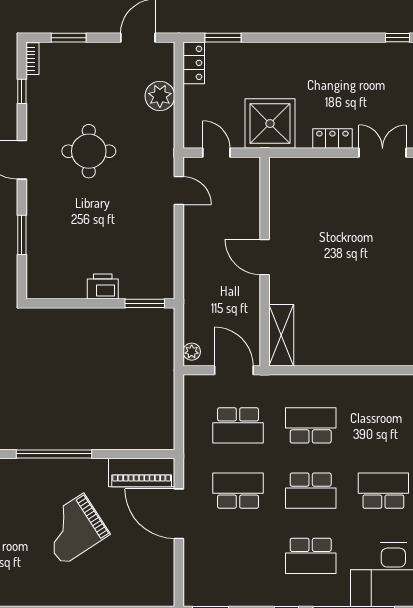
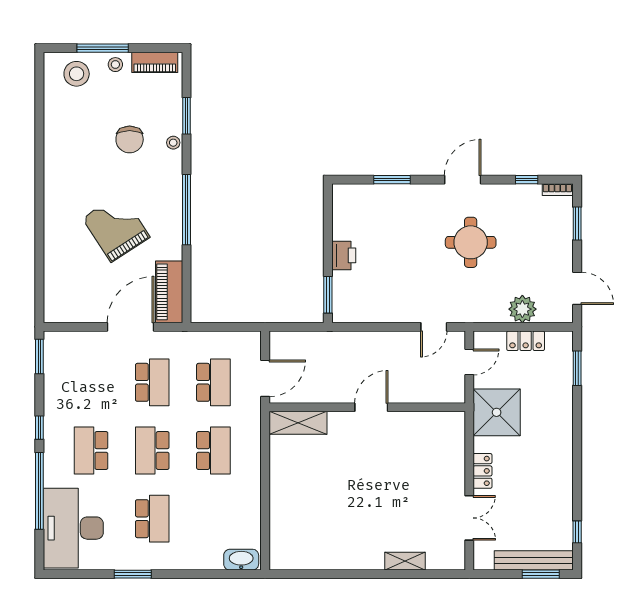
locker: (194, 63) -> (526, 341), moved
plant: (192, 352) -> (283, 339), removed
school desk: (238, 425) -> (213, 382), turned 180

